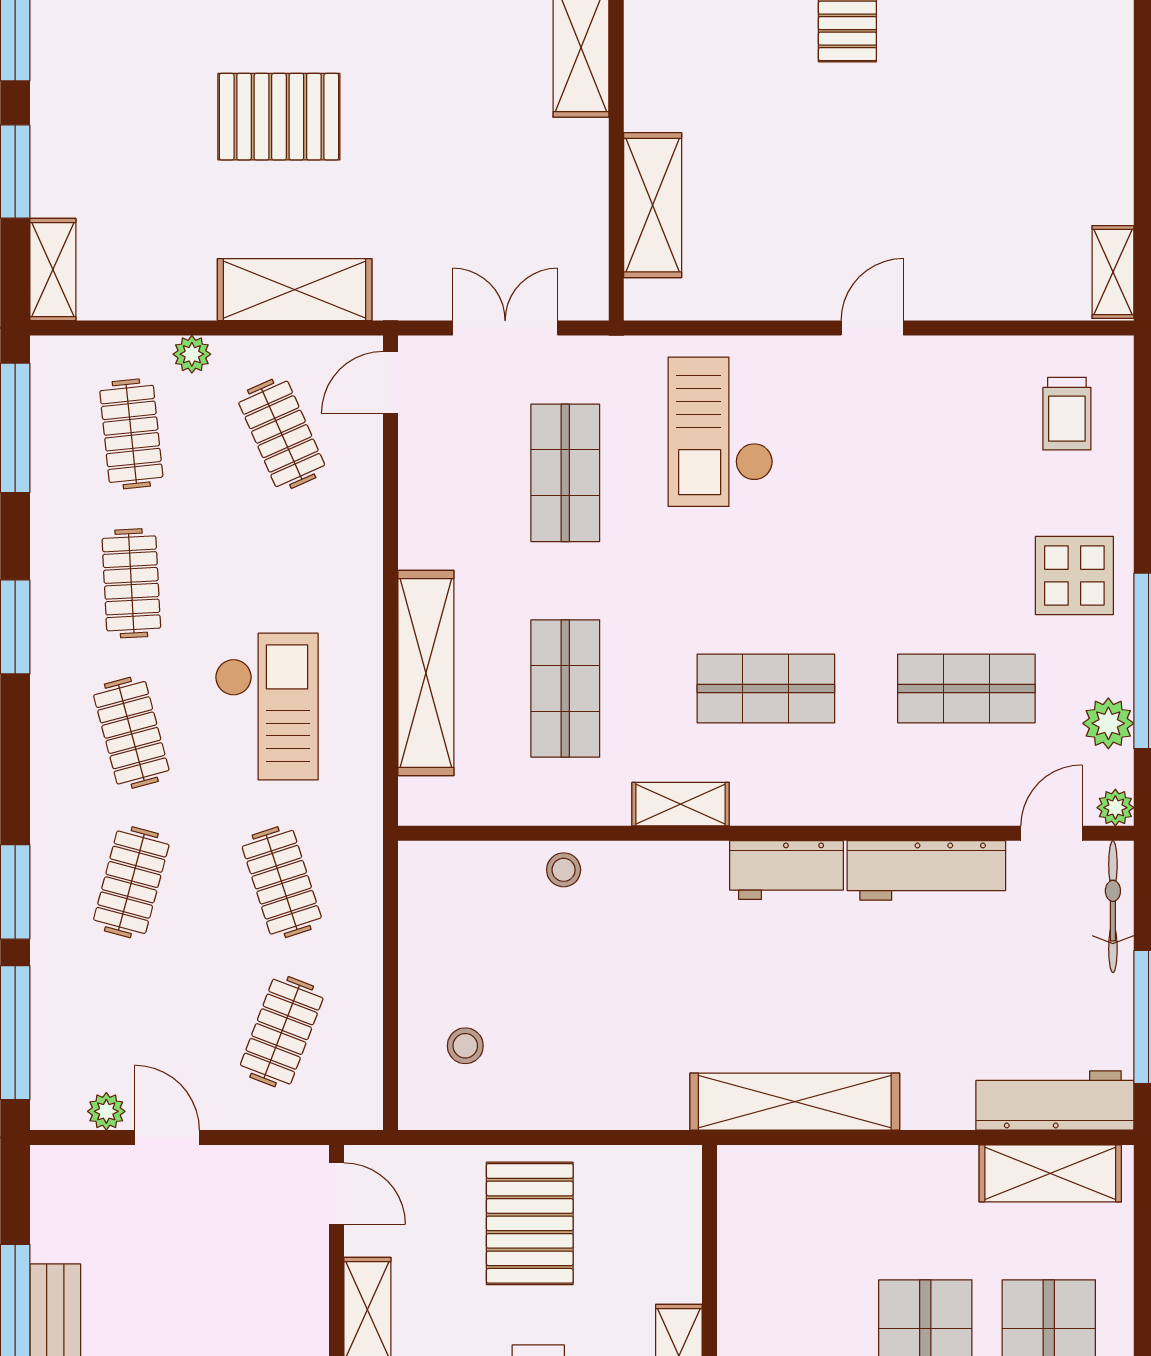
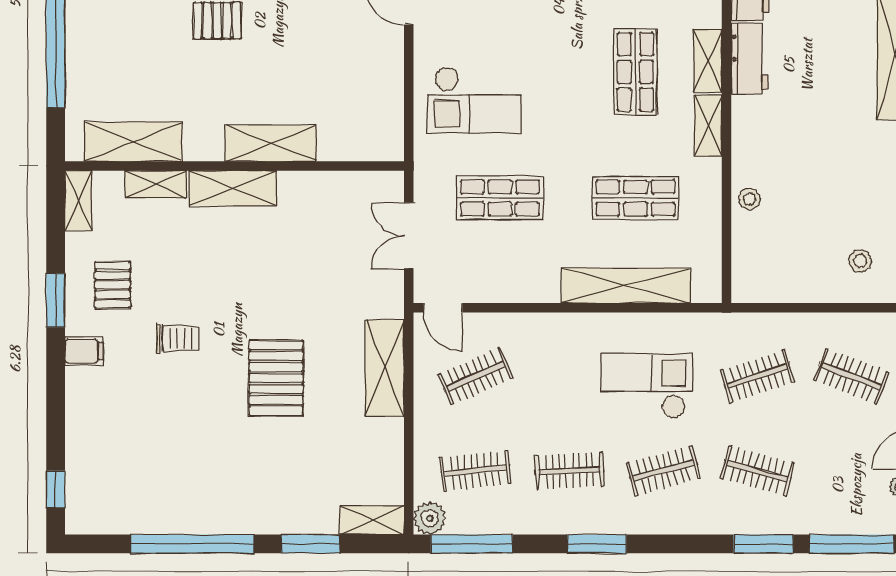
shelving: (653, 205) -> (271, 143), moved
plant: (192, 354) -> (430, 518), moved, width x1.38, depth x1.38
shelving: (783, 803) -> (708, 61), added

